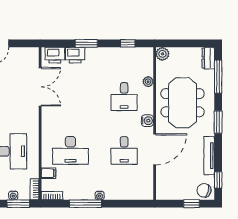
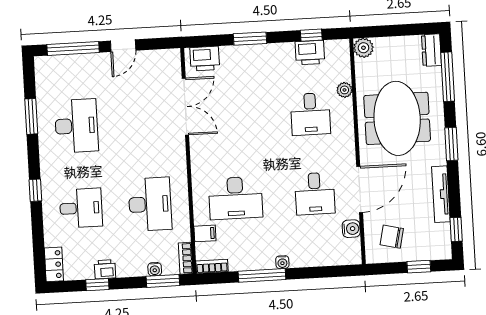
printer: (75, 55) -> (310, 53), moved
water cooler: (147, 121) -> (351, 229), moved
chair: (204, 190) -> (392, 237), moved

